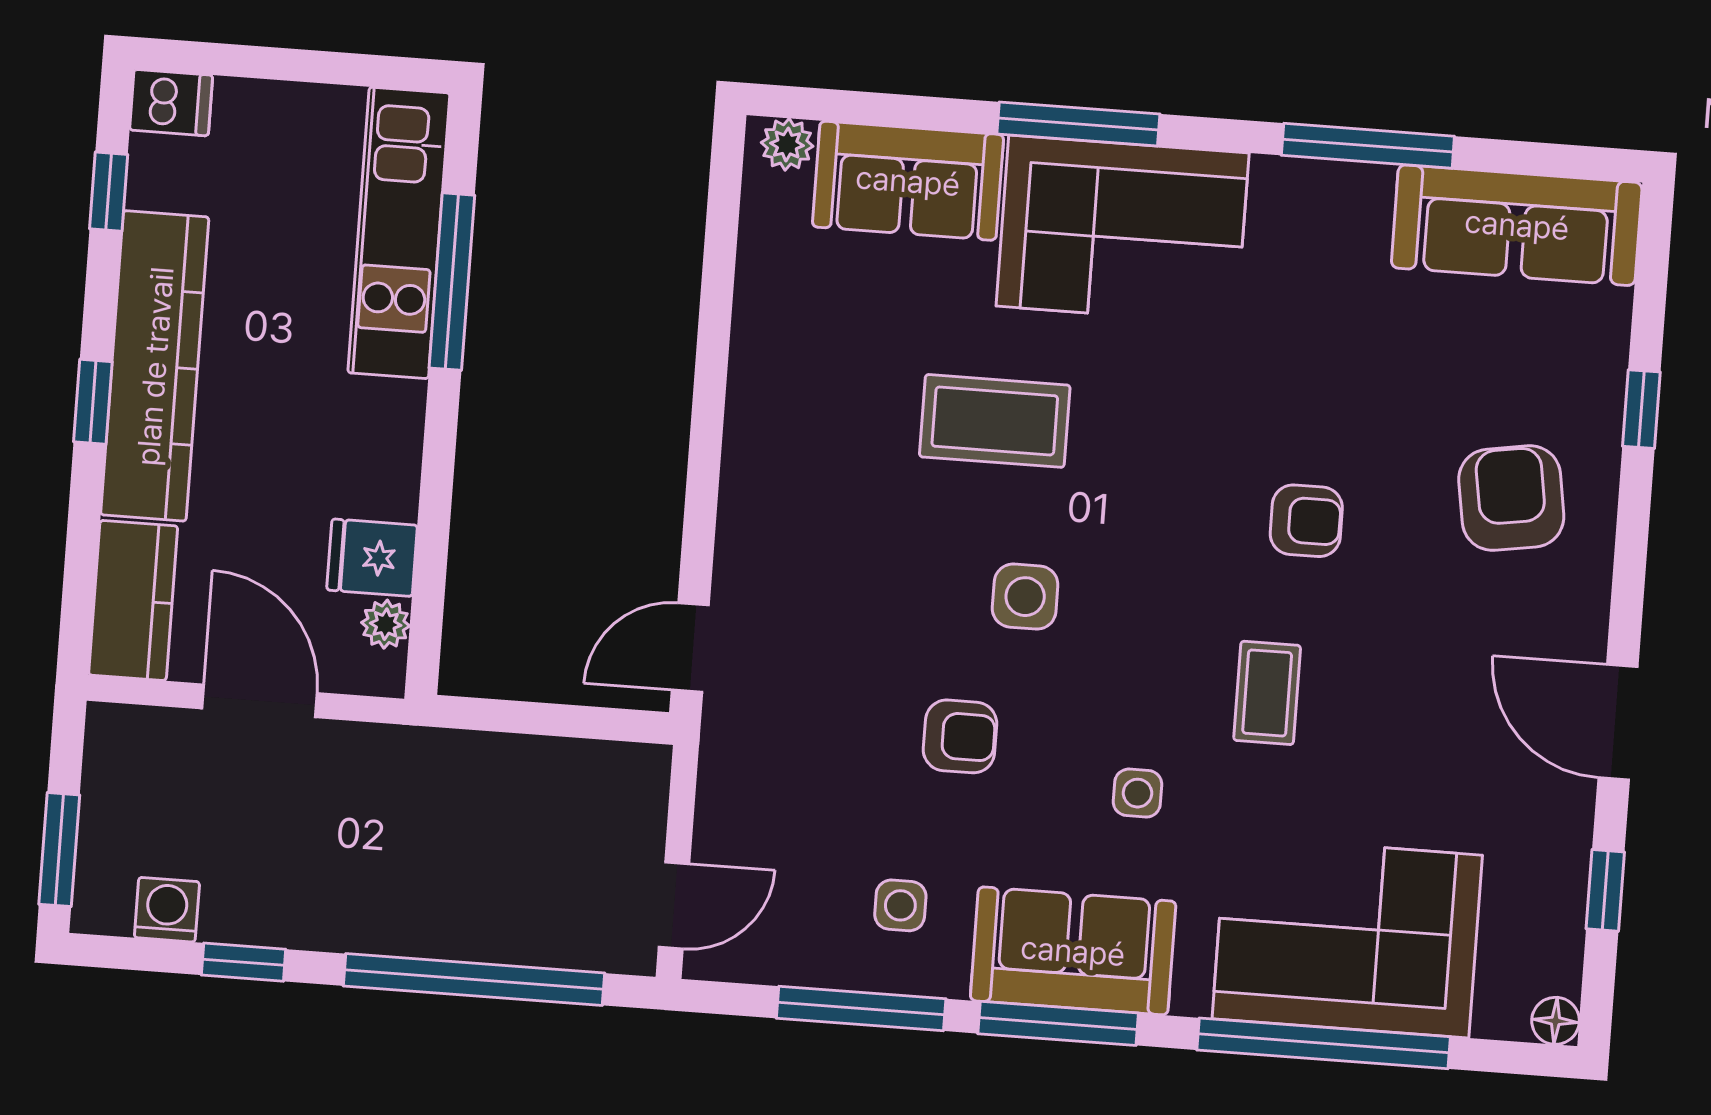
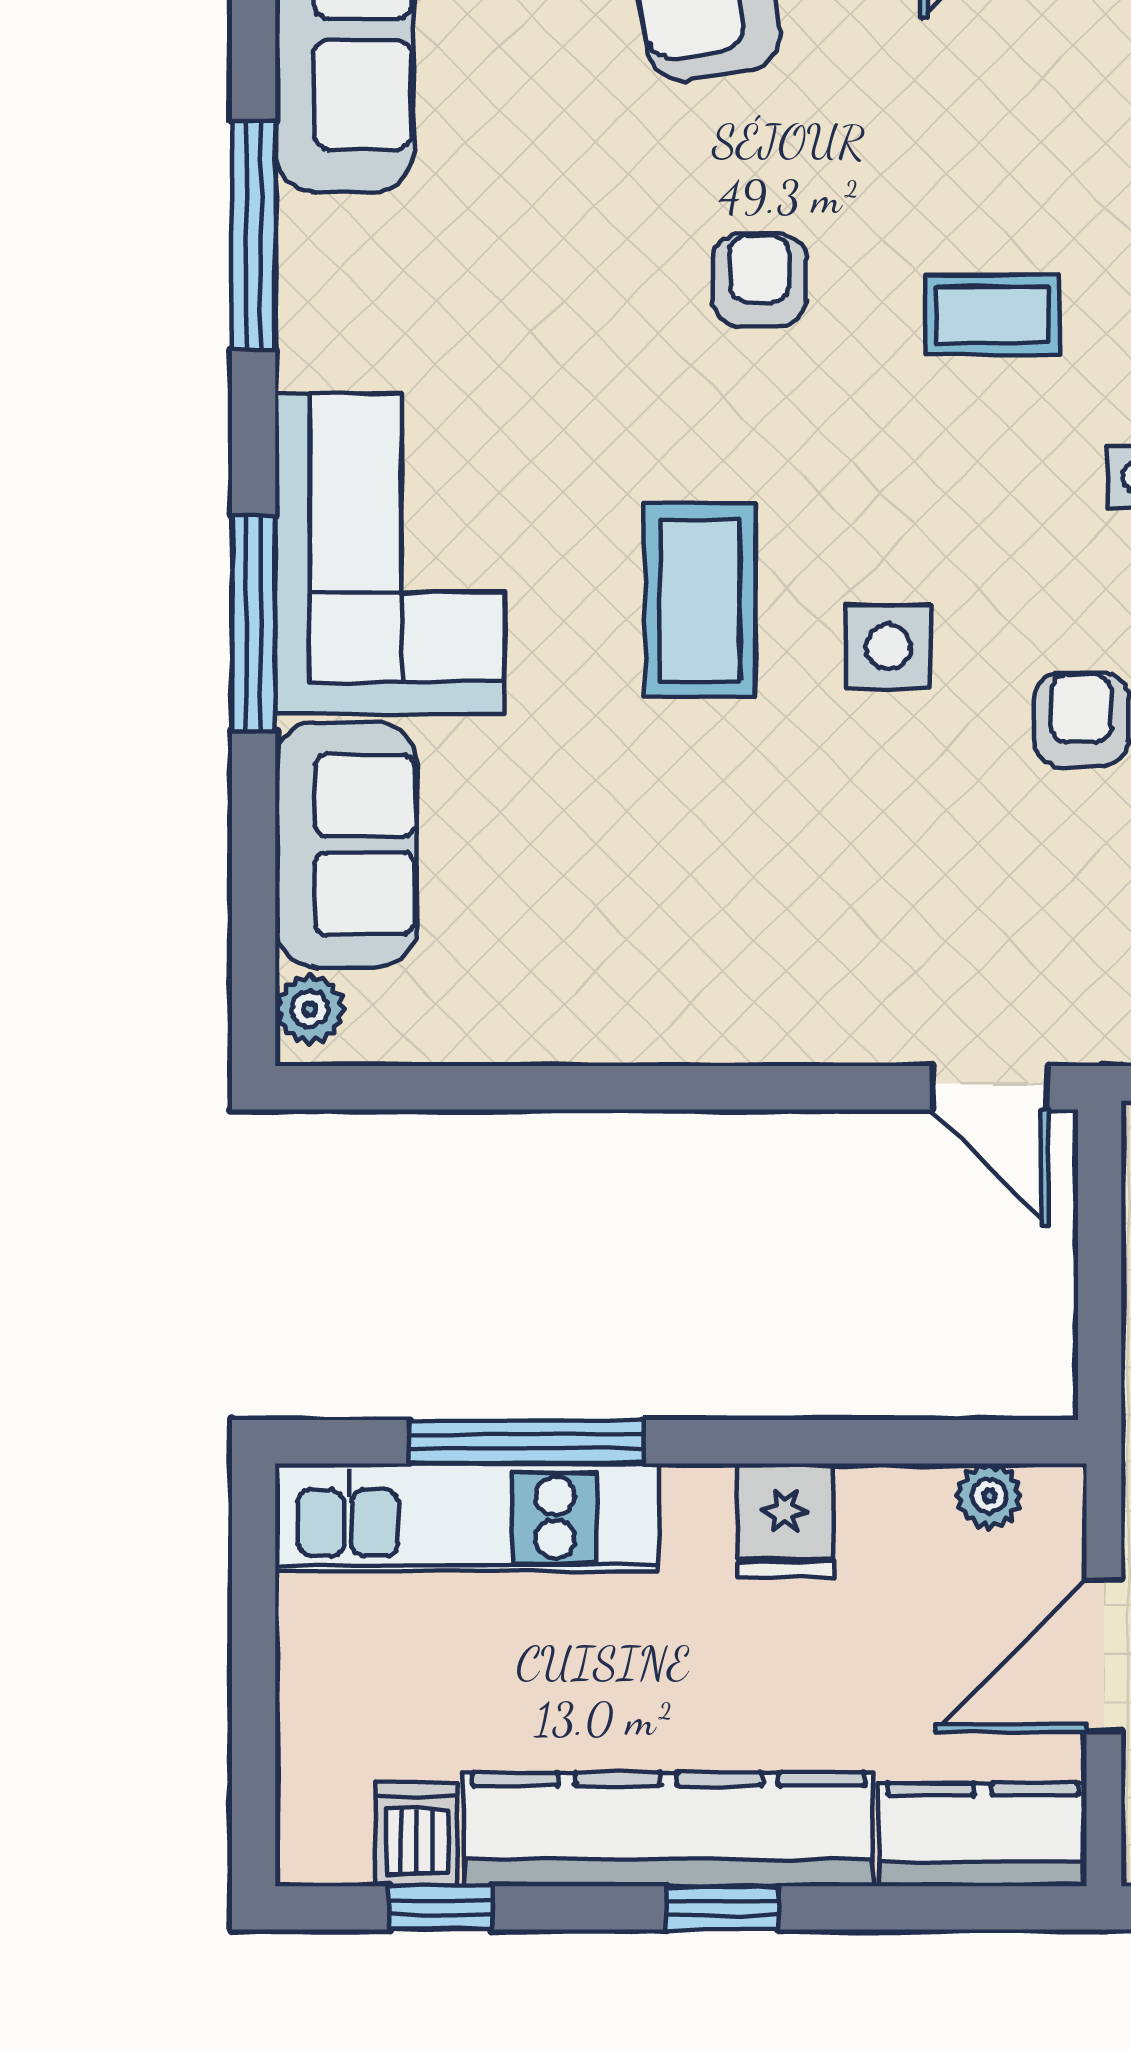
dishwasher: (171, 103) -> (417, 1834), moved
coffee table: (995, 421) -> (700, 600), moved
fridge: (372, 558) -> (785, 1520), moved

